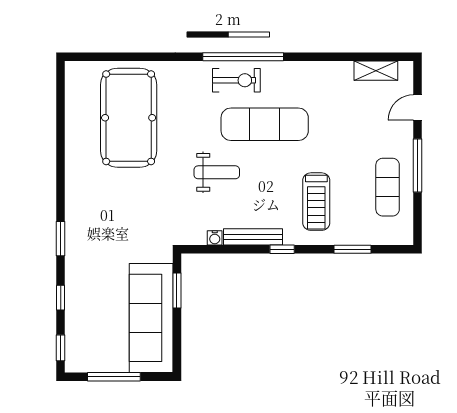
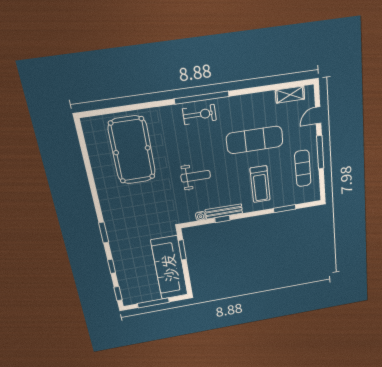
exercise mat: (265, 124) -> (255, 140), moved
window: (282, 249) -> (222, 219), moved

